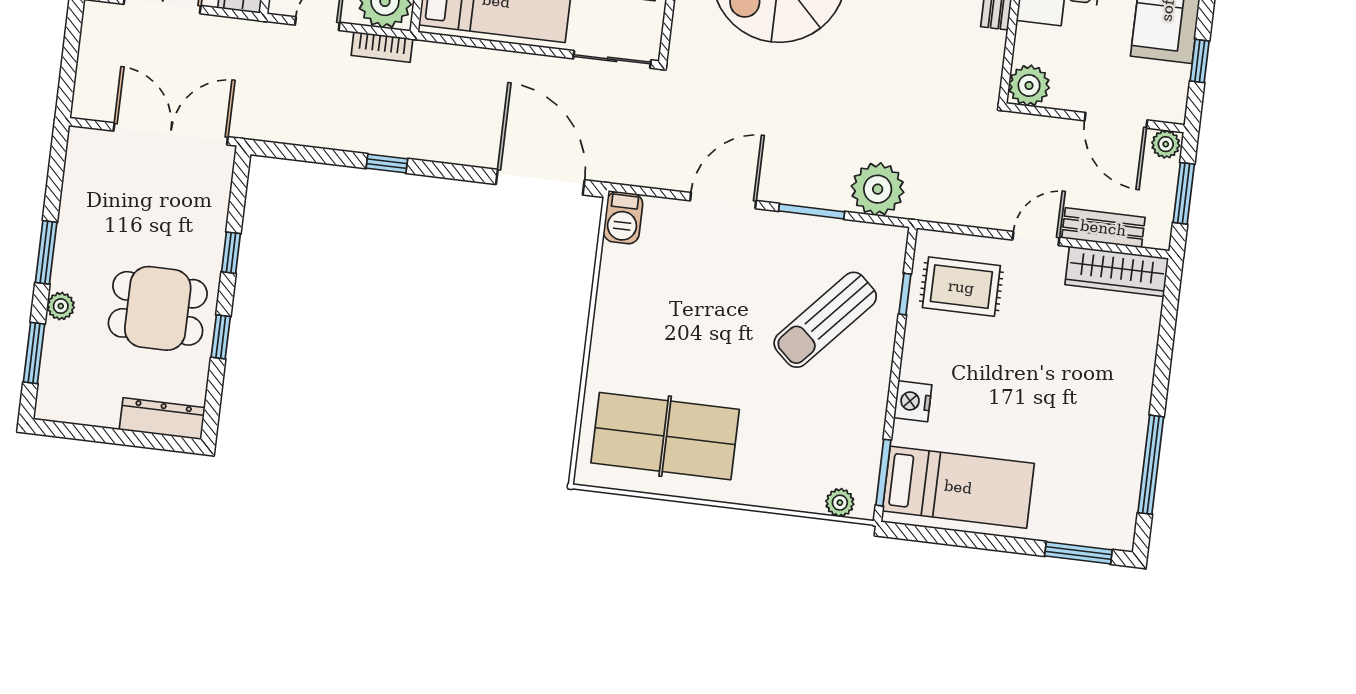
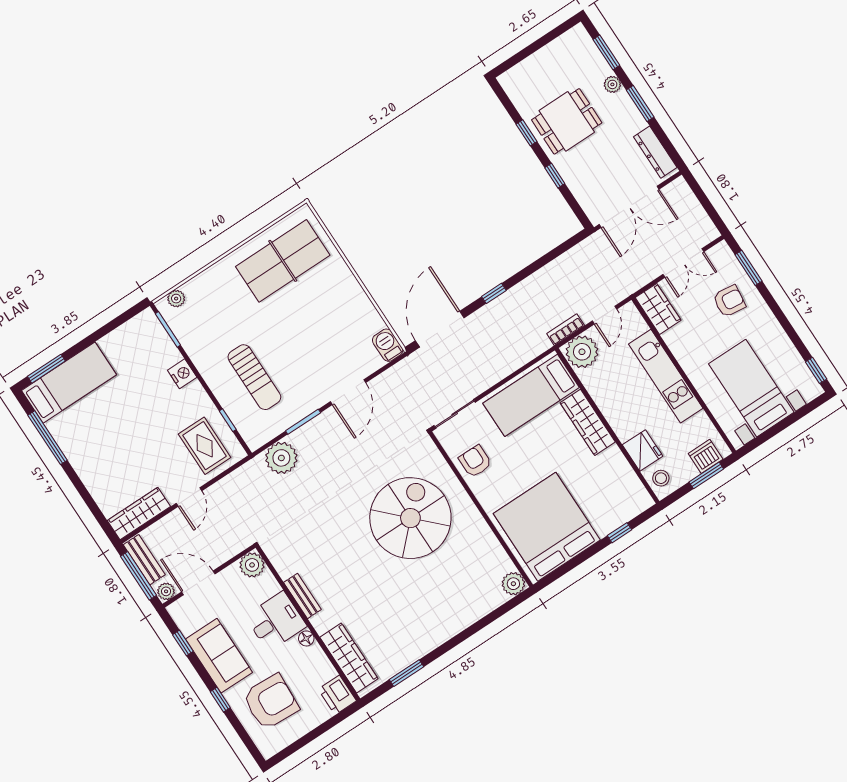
window: (387, 164) -> (494, 293), moved
door: (540, 182) -> (440, 329), swing flipped
window: (1184, 193) -> (139, 576), width x1.44
bench: (1103, 228) -> (144, 560), moved, turned 90
rug: (961, 287) -> (205, 446), turned 90
sun lounger: (825, 320) -> (254, 377), turned 138
dresser: (162, 419) -> (655, 152), moved, turned 90
bed: (958, 487) -> (69, 383), moved, turned 180

